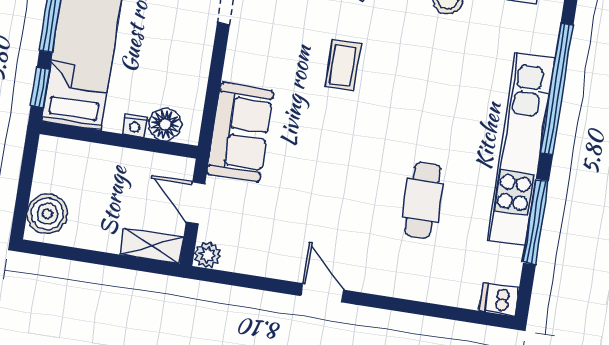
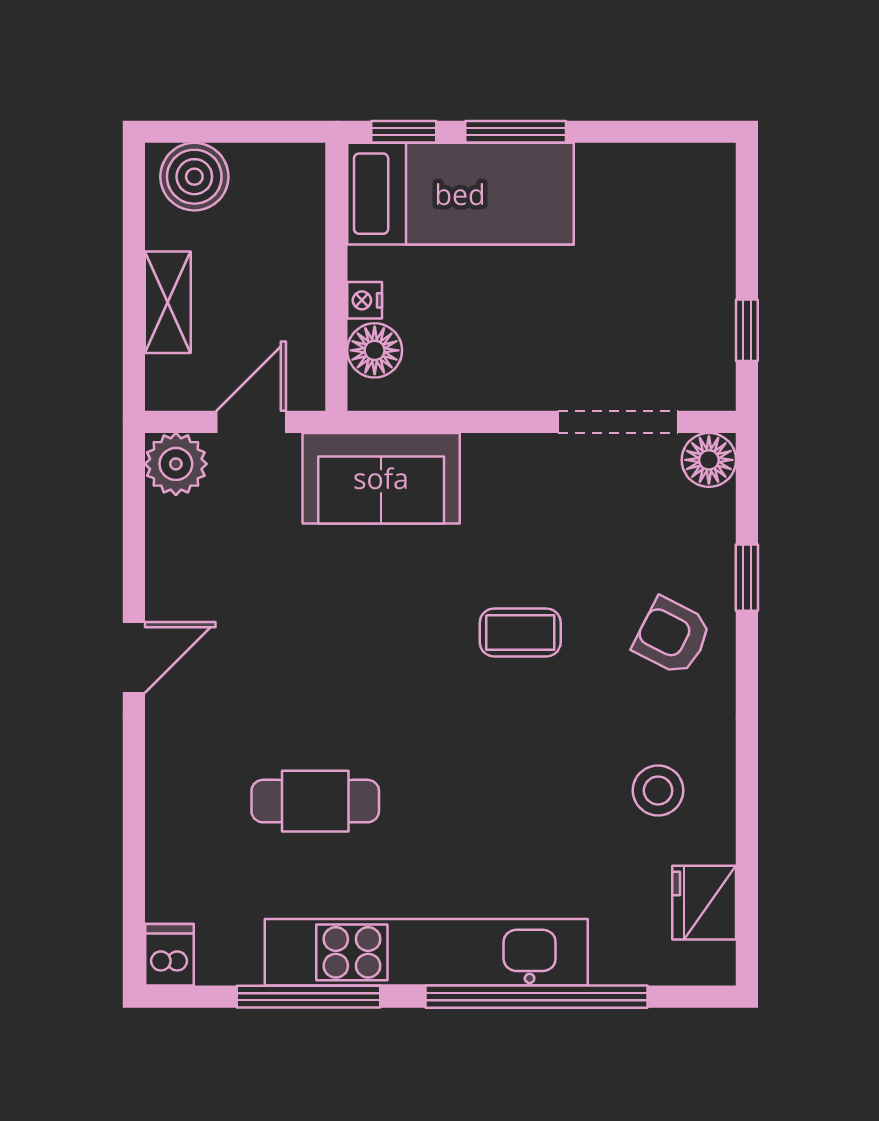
shelving: (152, 246) -> (168, 302), moved
plant: (207, 255) -> (176, 464), width x1.38, depth x1.38

